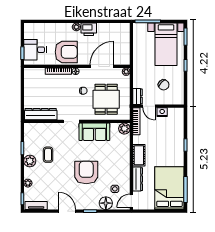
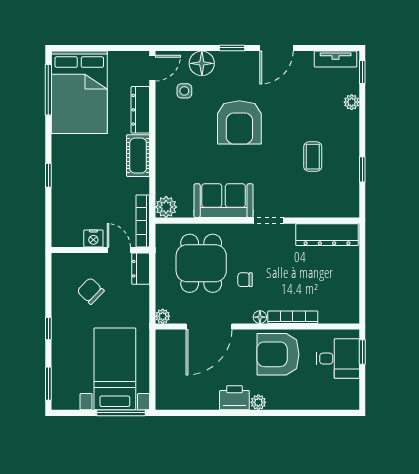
bed with nightstands: (166, 44) -> (115, 369), moved
plant: (30, 161) -> (348, 145), removed
door: (67, 211) -> (276, 48), hinge flipped

